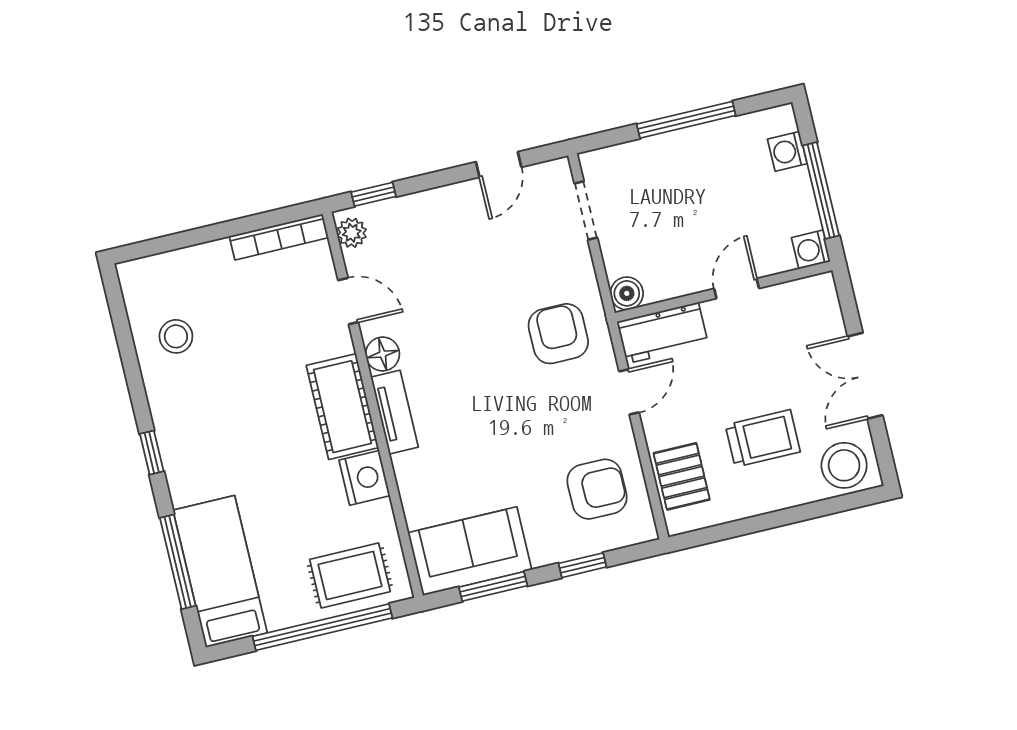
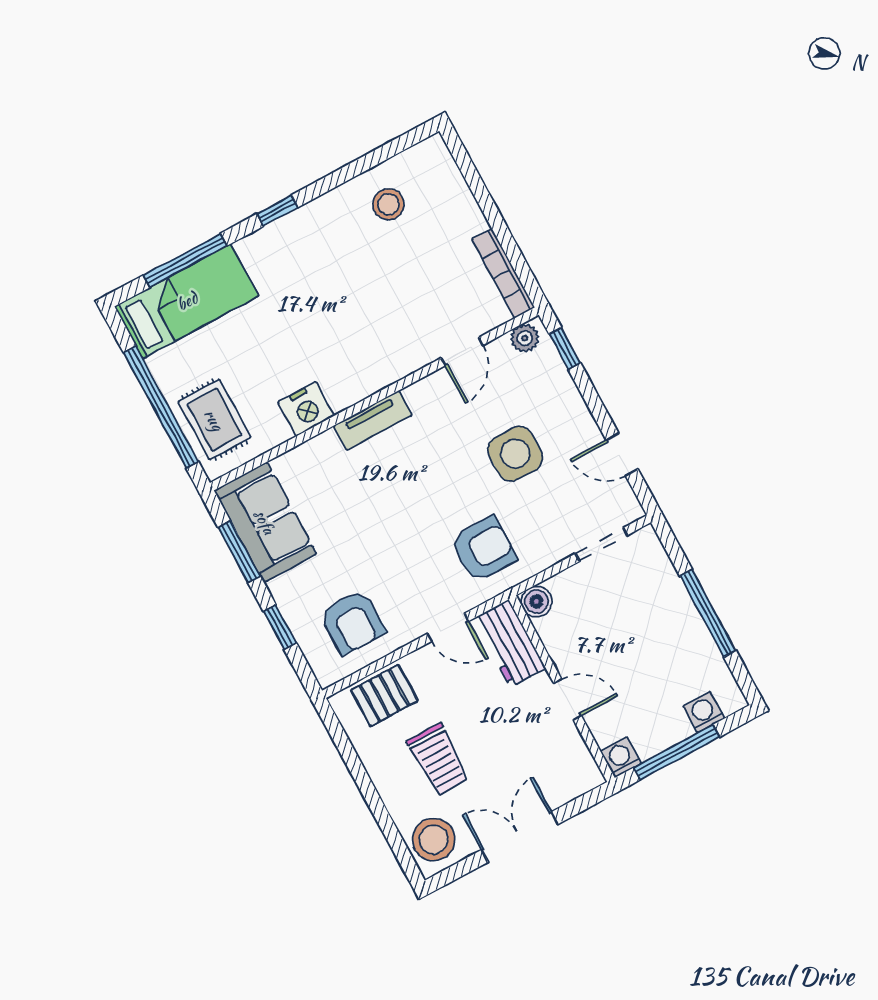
side table: (468, 274) -> (515, 454), added
floor lamp: (383, 354) -> (423, 395), removed
cot: (342, 407) -> (365, 372), removed

